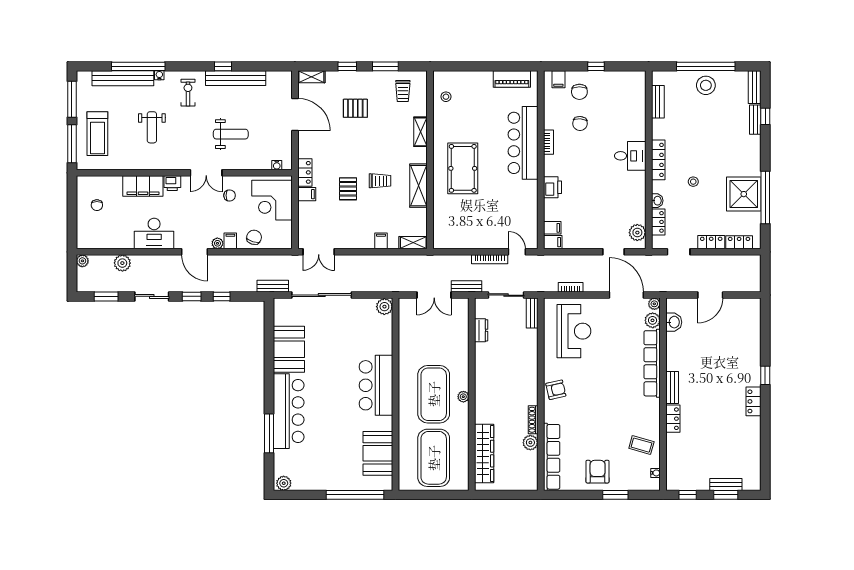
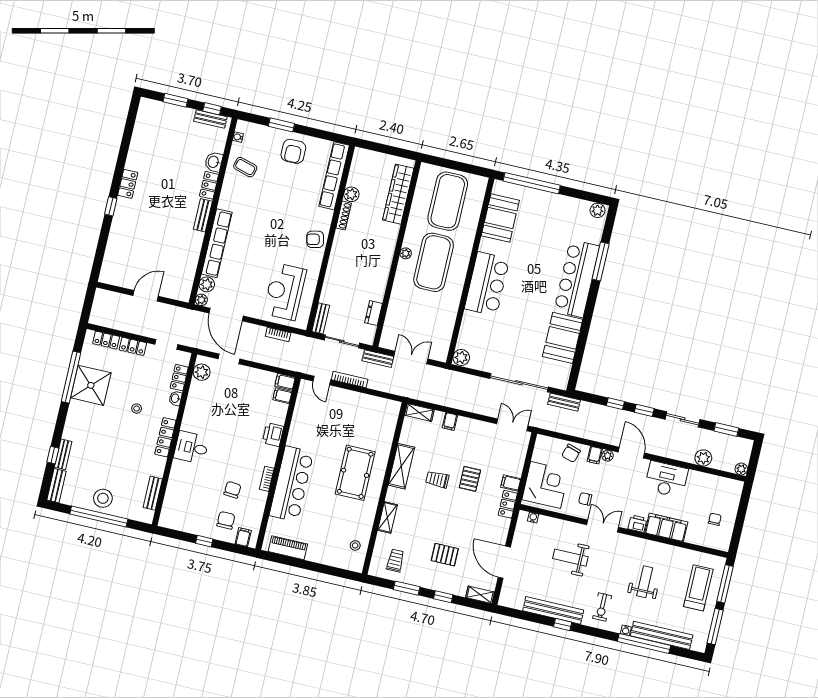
washbasin: (674, 322) -> (214, 162), moved
bench: (726, 484) -> (210, 119), moved

